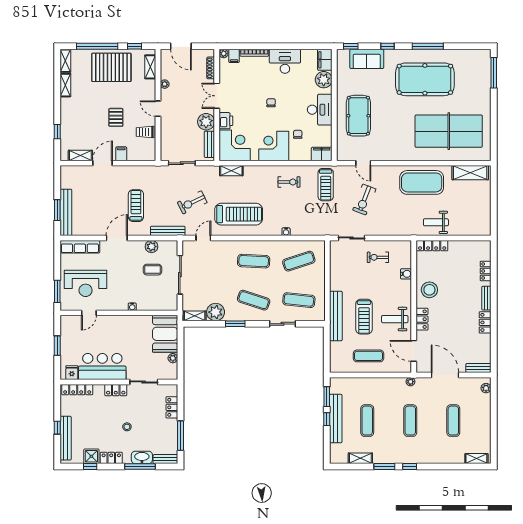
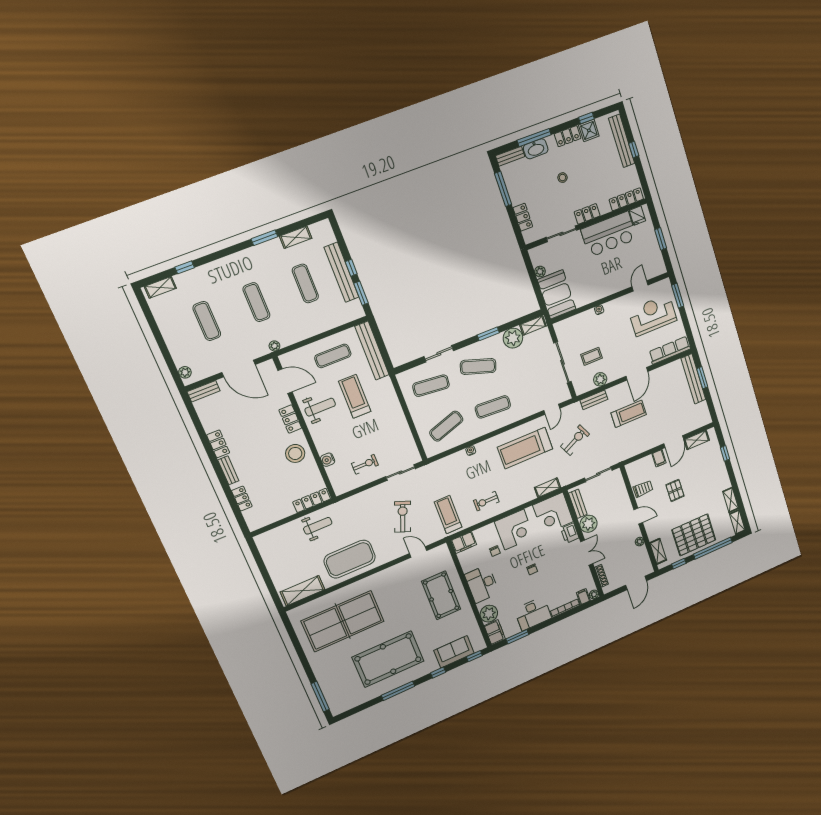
door: (181, 46) -> (636, 583), swing flipped
window: (306, 46) -> (517, 637), added
treadmill: (136, 206) -> (629, 414), turned -90
bench: (168, 231) -> (594, 400), width x0.73
bench: (336, 316) -> (372, 351), moved
window: (410, 467) -> (185, 267), moved

